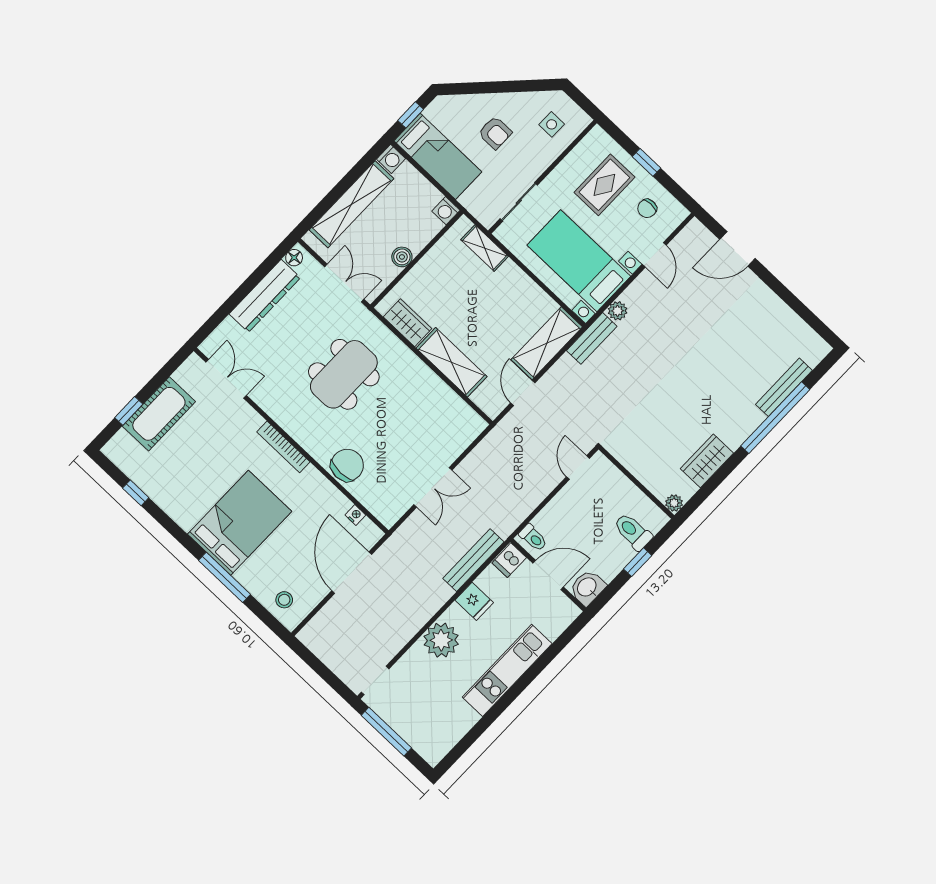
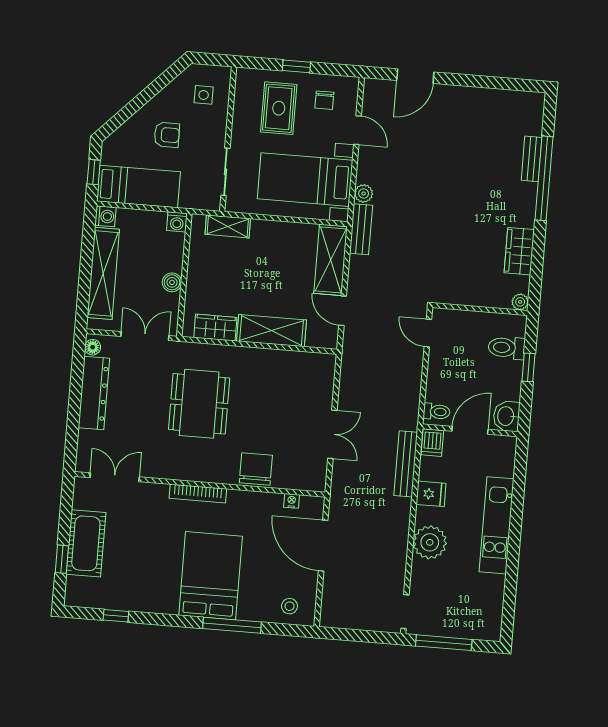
bench: (784, 387) -> (532, 159), width x0.73

